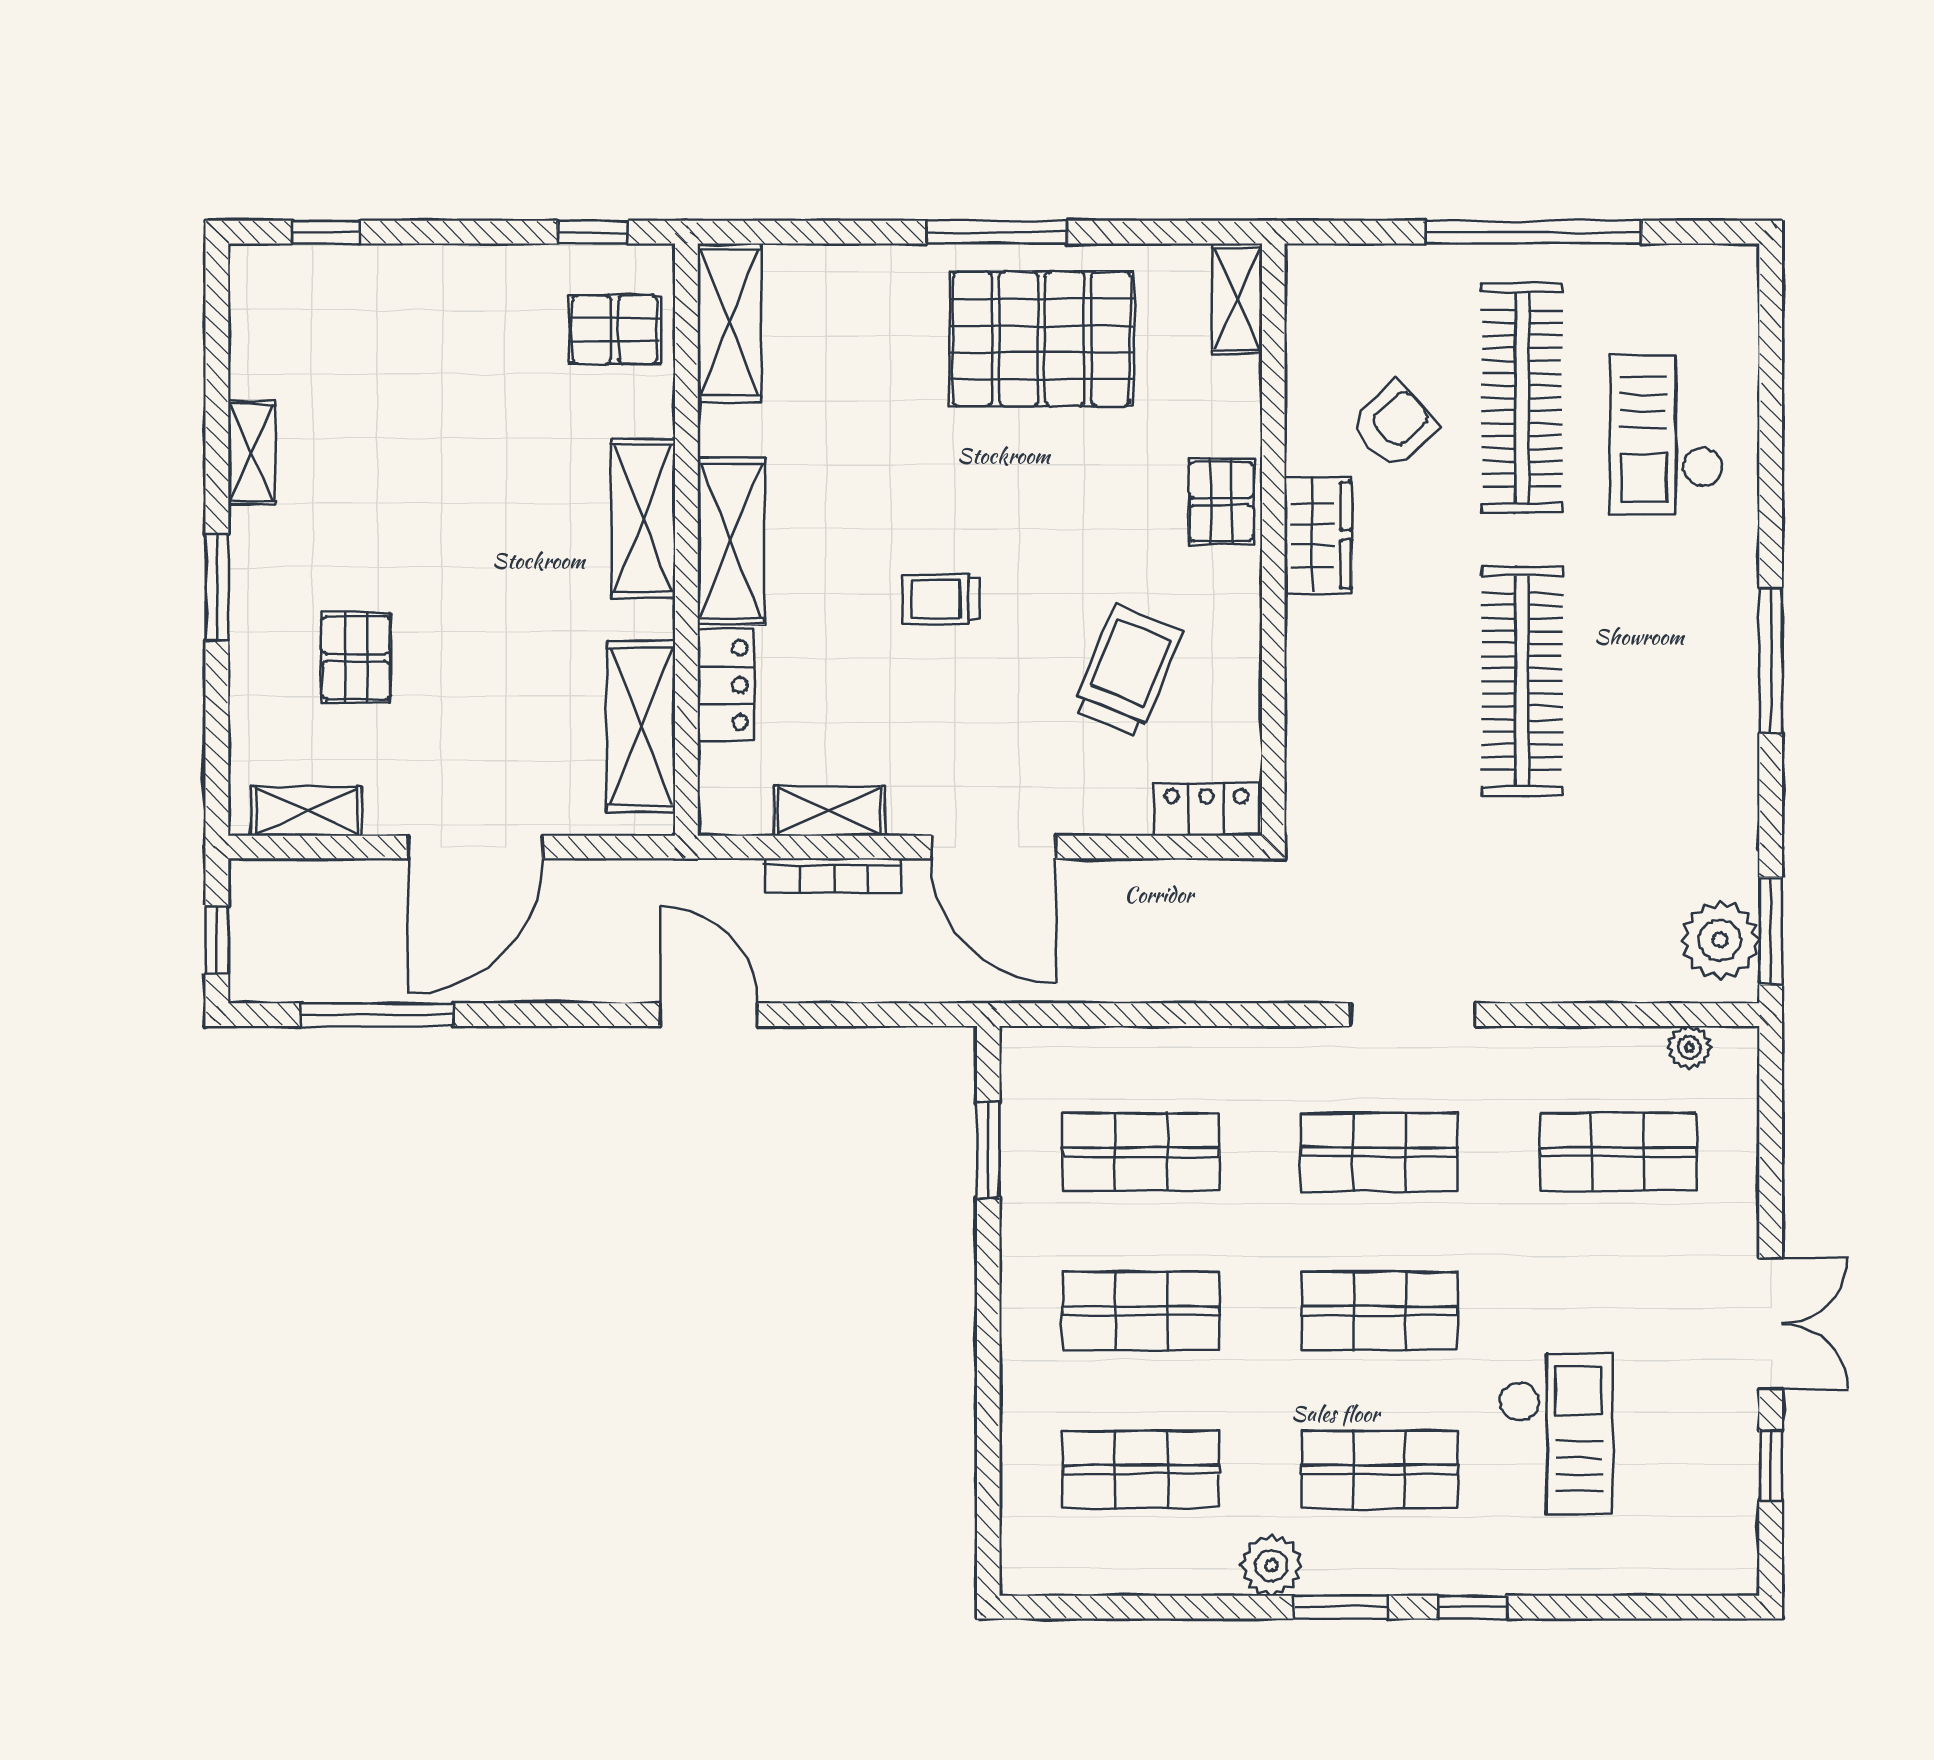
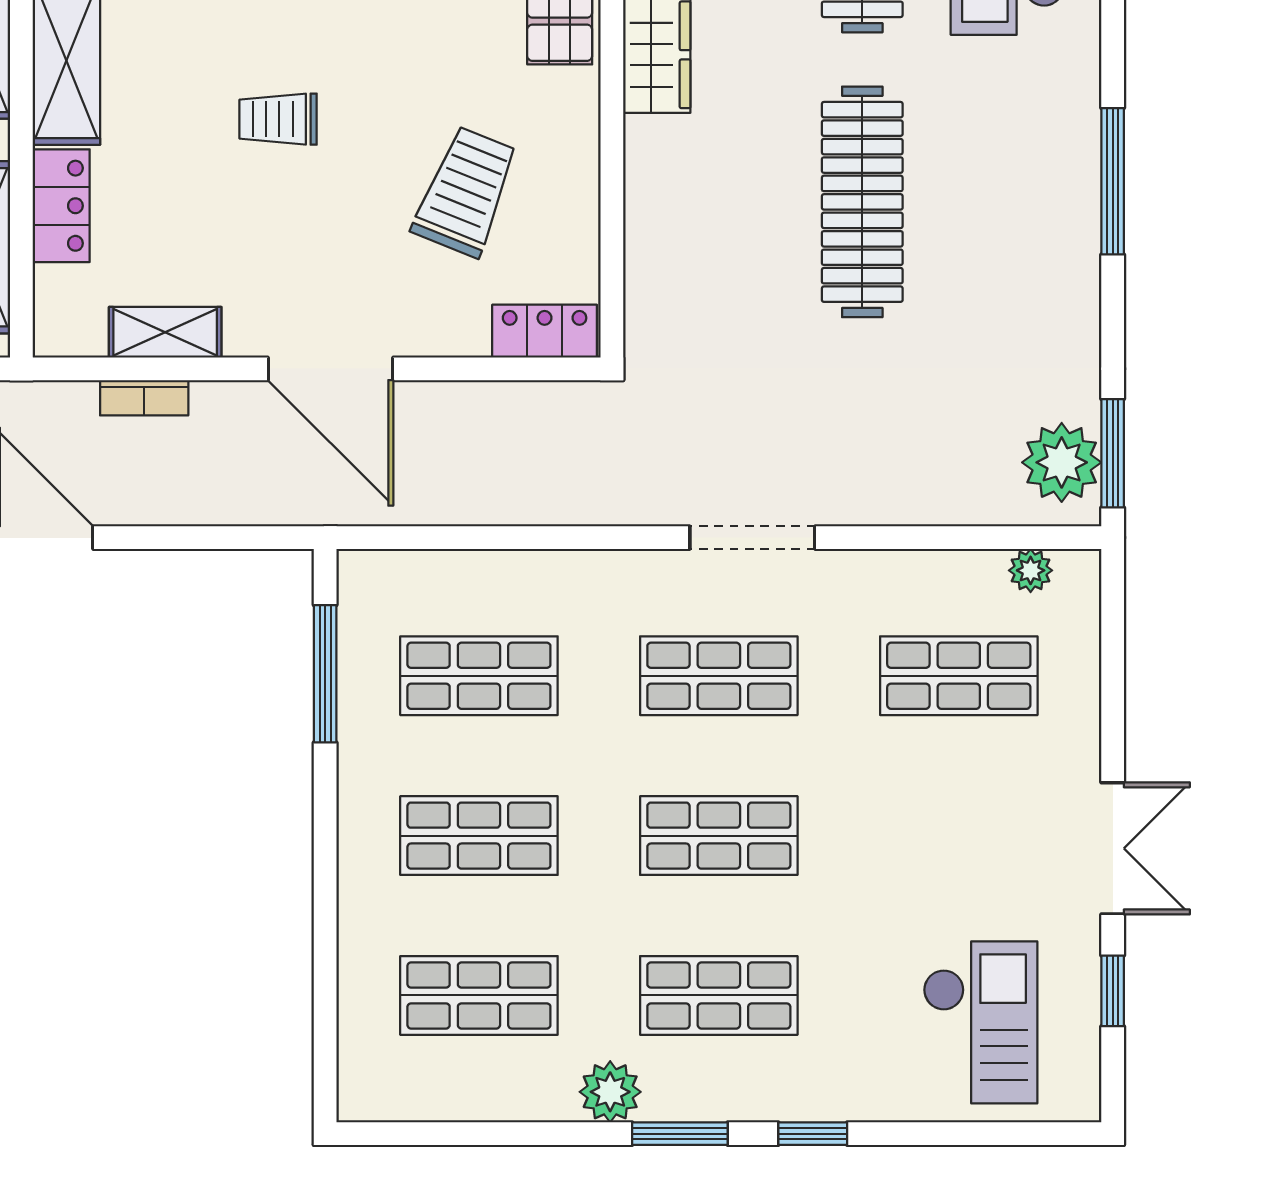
bookcase: (833, 876) -> (144, 398), width x0.64
window: (988, 1150) -> (325, 674), width x1.44
checkout: (1556, 1434) -> (980, 1022), moved

